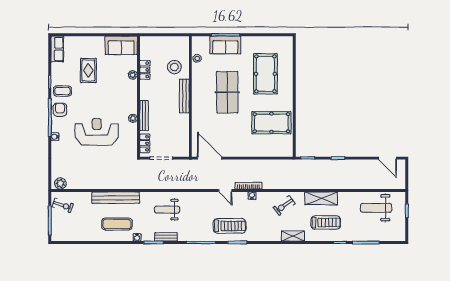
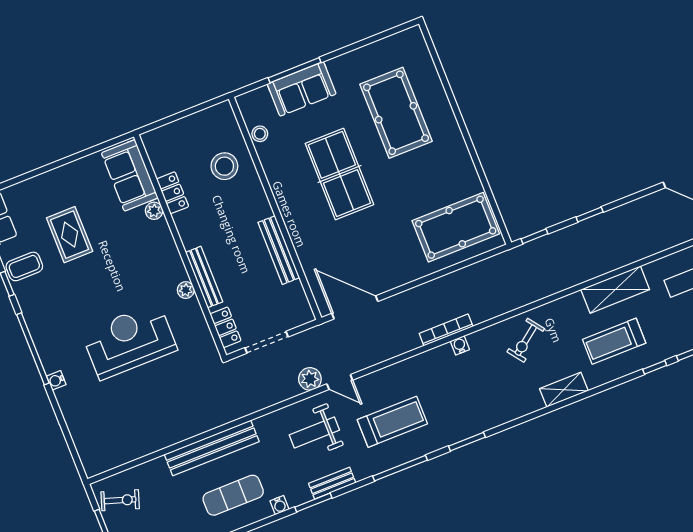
sofa: (121, 45) -> (130, 175), moved, turned 90
coffee table: (62, 91) -> (24, 266), moved
bench: (184, 96) -> (279, 250), moved
armchair: (60, 110) -> (46, 327), removed
pool table: (271, 123) -> (456, 227), moved
plant: (60, 184) -> (310, 379), moved
door: (225, 191) -> (340, 382), moved
shelving: (321, 198) -> (615, 290), moved
treadmill: (326, 223) -> (614, 341), turned 180
treadmill: (230, 226) -> (392, 422), moved

